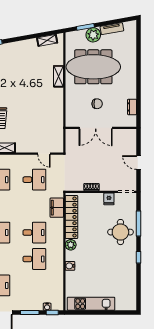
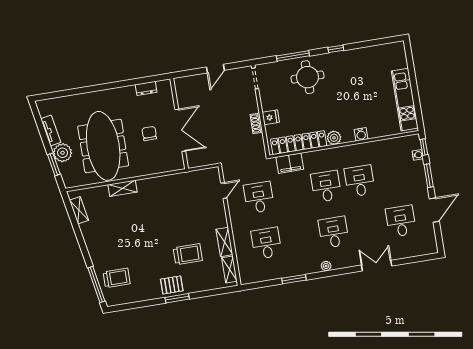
fridge: (109, 199) -> (271, 117), moved

